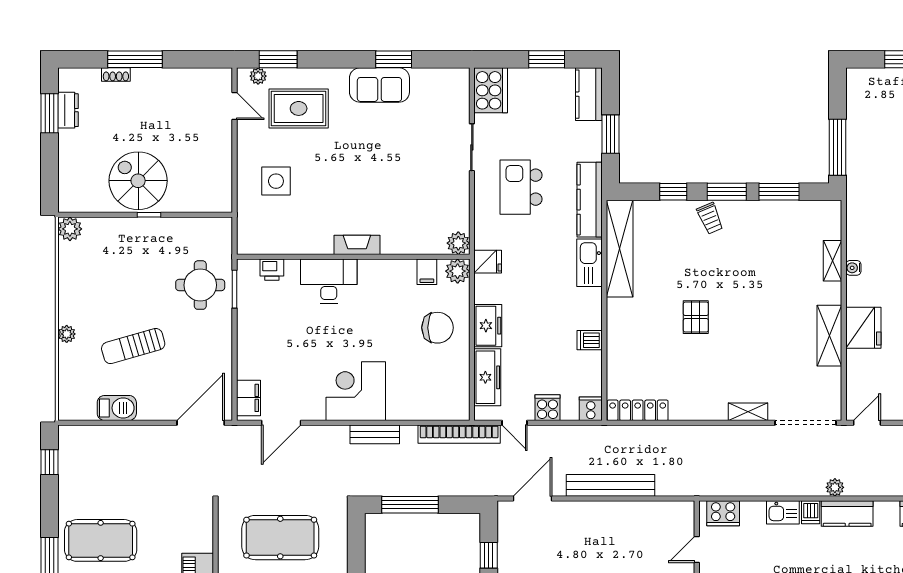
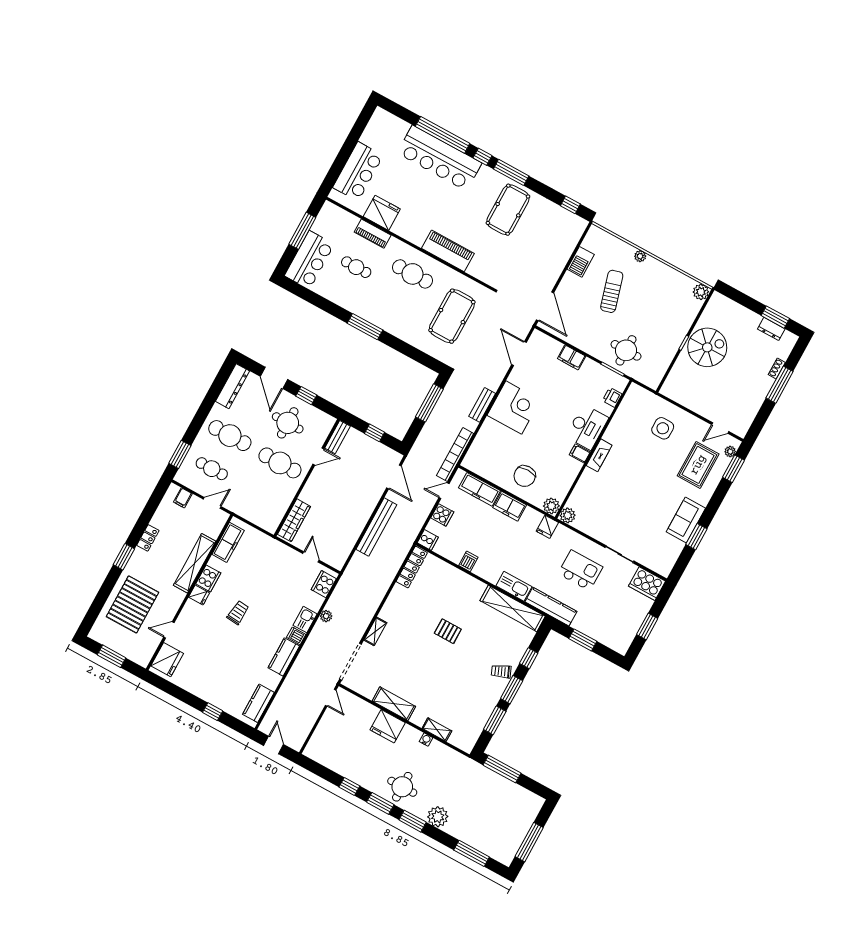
kitchen counter: (589, 94) -> (613, 640), removed
filing cabinet: (427, 272) -> (580, 453), moved
filing cabinet: (248, 398) -> (572, 357), moved
plant: (835, 487) -> (326, 616), moved

